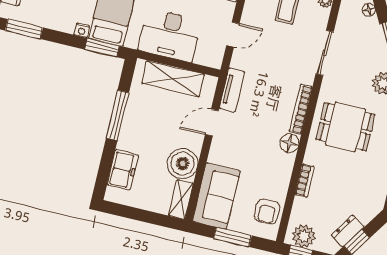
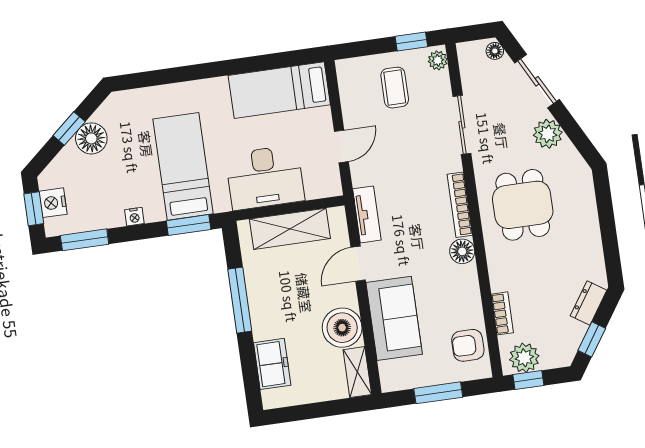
nightstand: (82, 30) -> (134, 217), moved
dining table: (345, 127) -> (523, 205), turned 90
bookcase: (305, 181) -> (502, 313), moved
sofa: (216, 196) -> (394, 318), moved
armchair: (267, 211) -> (468, 345), turned 90
dresser: (348, 231) -> (589, 303), moved

